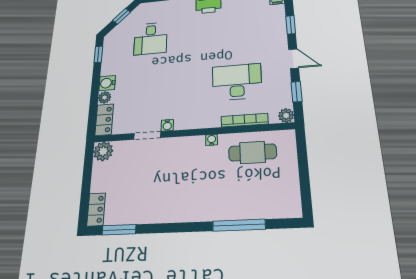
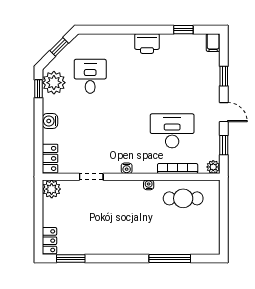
desk: (151, 38) -> (90, 76), turned 180
plant: (105, 97) -> (54, 83), moved, width x1.88, depth x1.88
water cooler: (167, 125) -> (127, 168), moved

